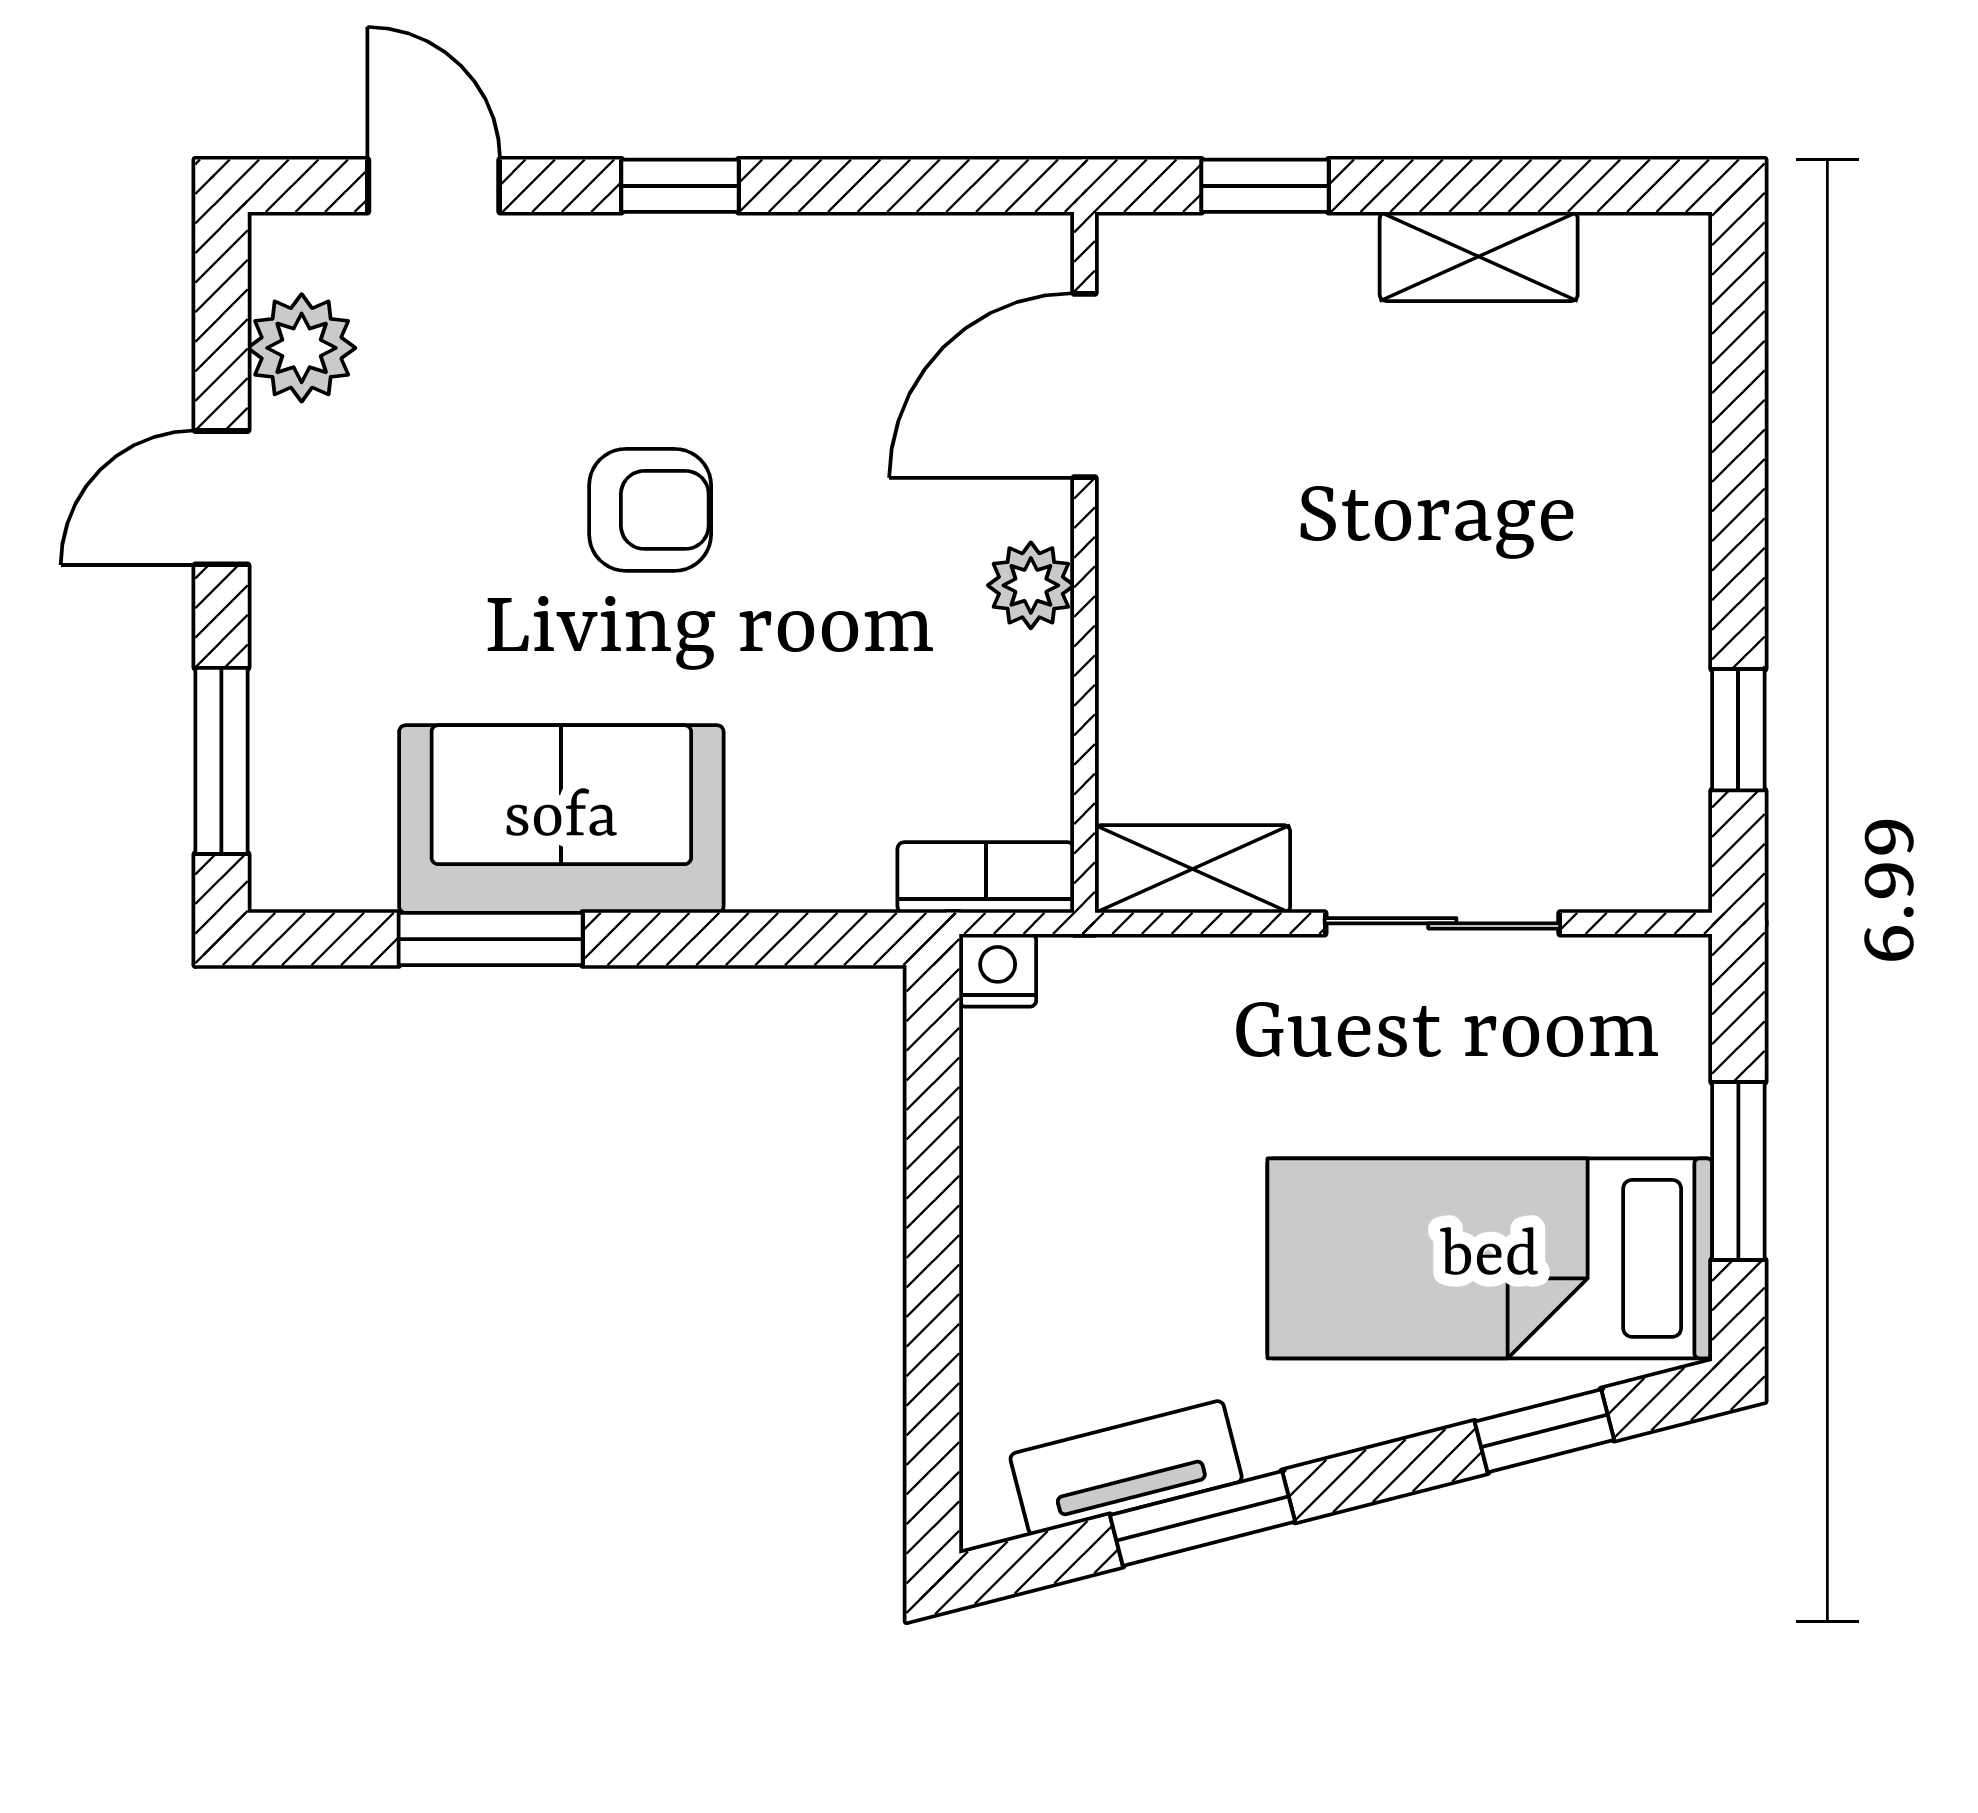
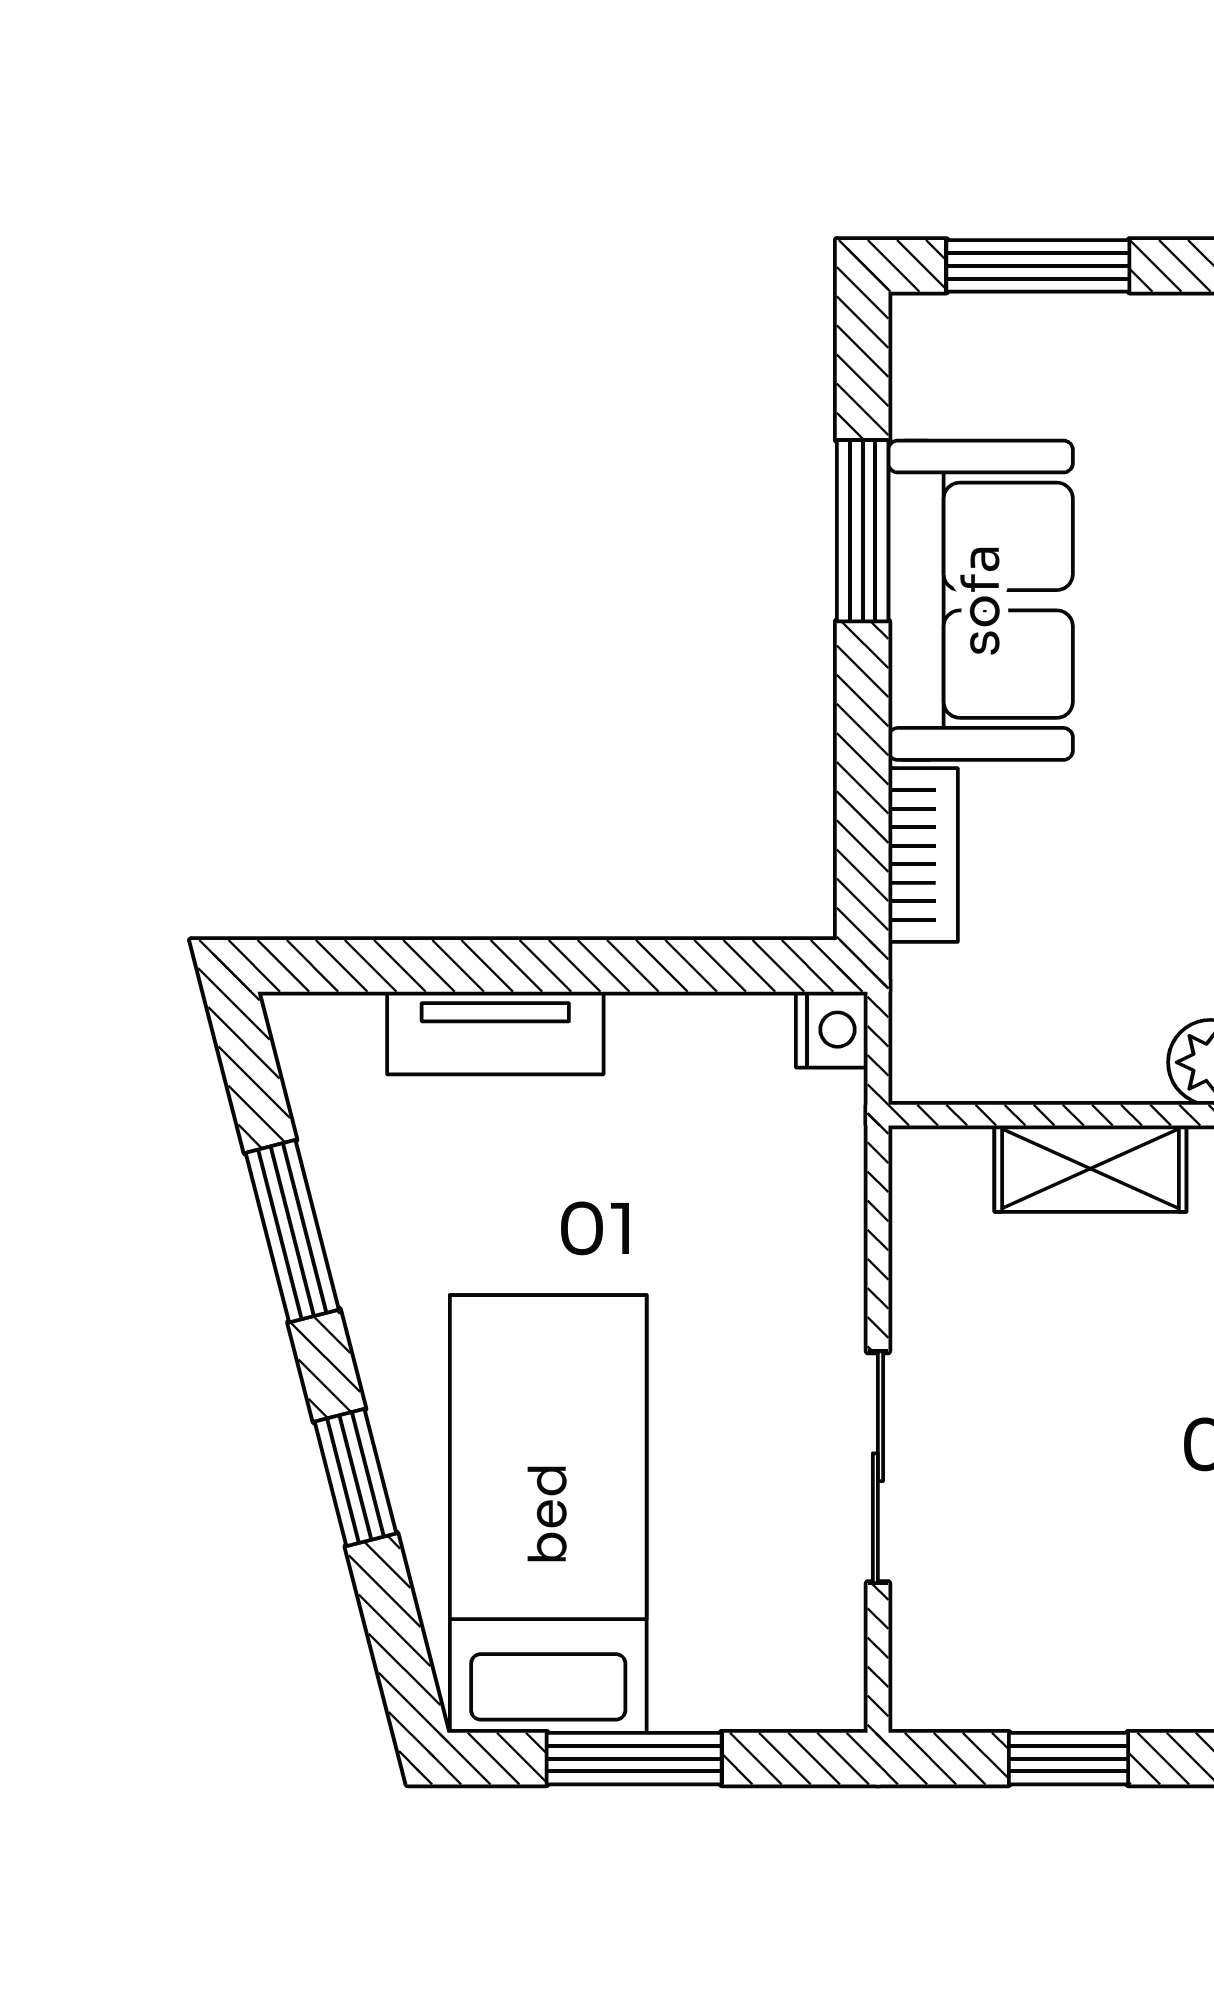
shelving: (1193, 869) -> (1090, 1169), moved, turned 90
bookcase: (986, 878) -> (923, 855), moved
window: (1544, 1431) -> (355, 1478), moved
tv unit: (1126, 1468) -> (495, 1033), moved, turned 104

